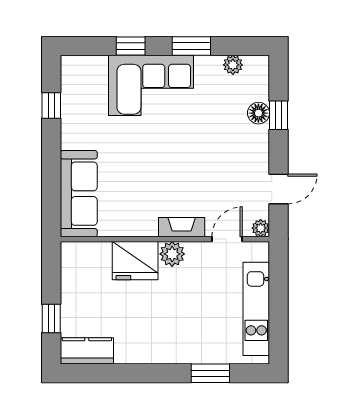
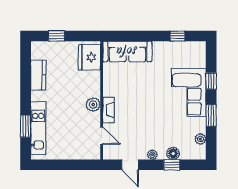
plant: (261, 228) -> (152, 155), moved
fridge: (135, 261) -> (89, 57), moved
kitchen unit: (256, 309) -> (38, 128), moved, turned 90
kitchen counter: (87, 351) -> (38, 75), moved

